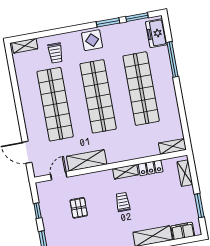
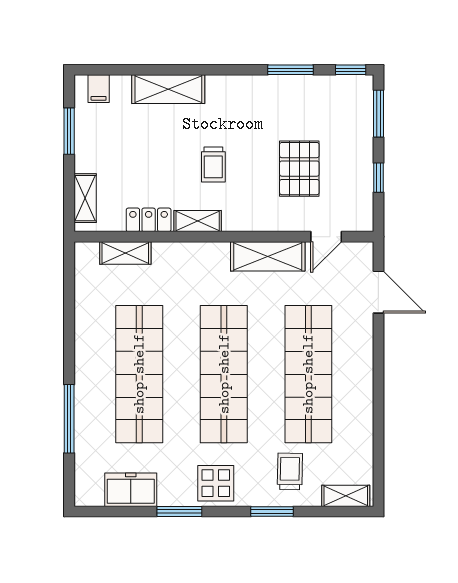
window: (137, 17) -> (272, 512), moved
freezer: (156, 33) -> (131, 490), moved, turned -90
shelving: (172, 146) -> (125, 253), moved
pallet: (79, 208) -> (299, 169), width x1.50, depth x1.42
filing cabinet: (183, 231) -> (99, 89), width x0.50

